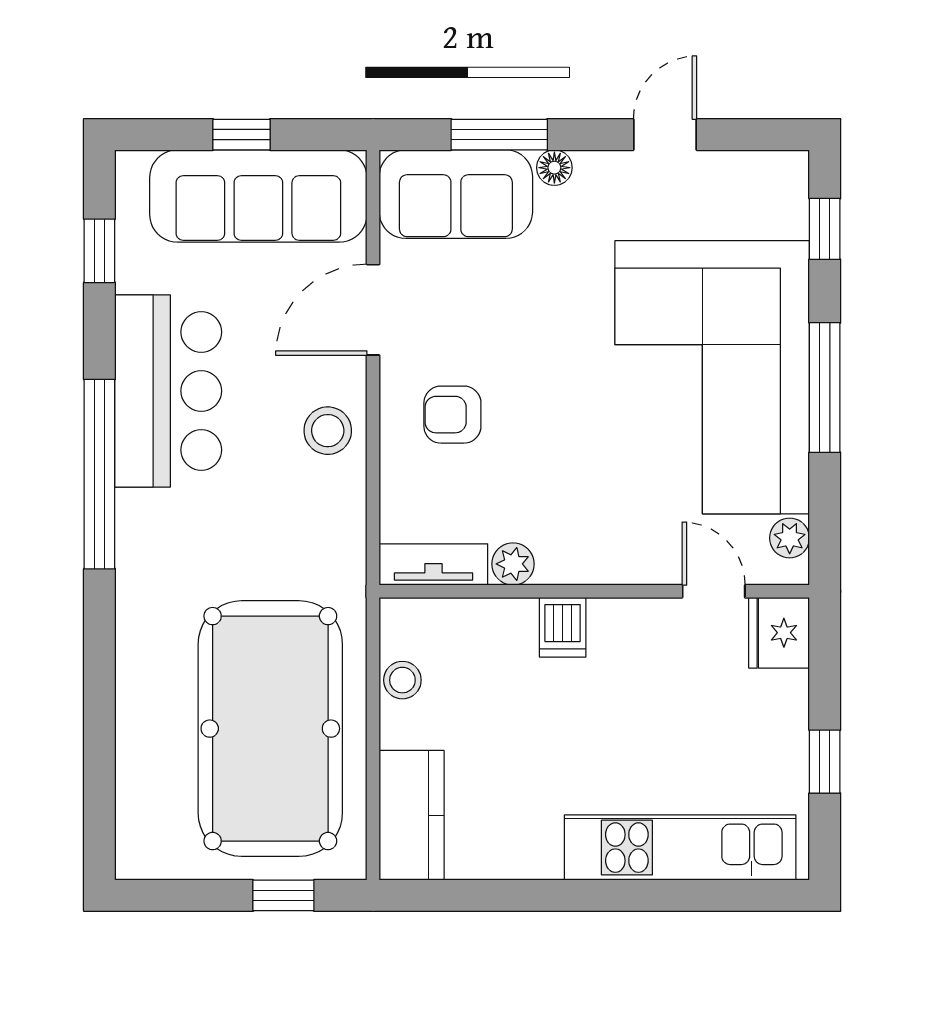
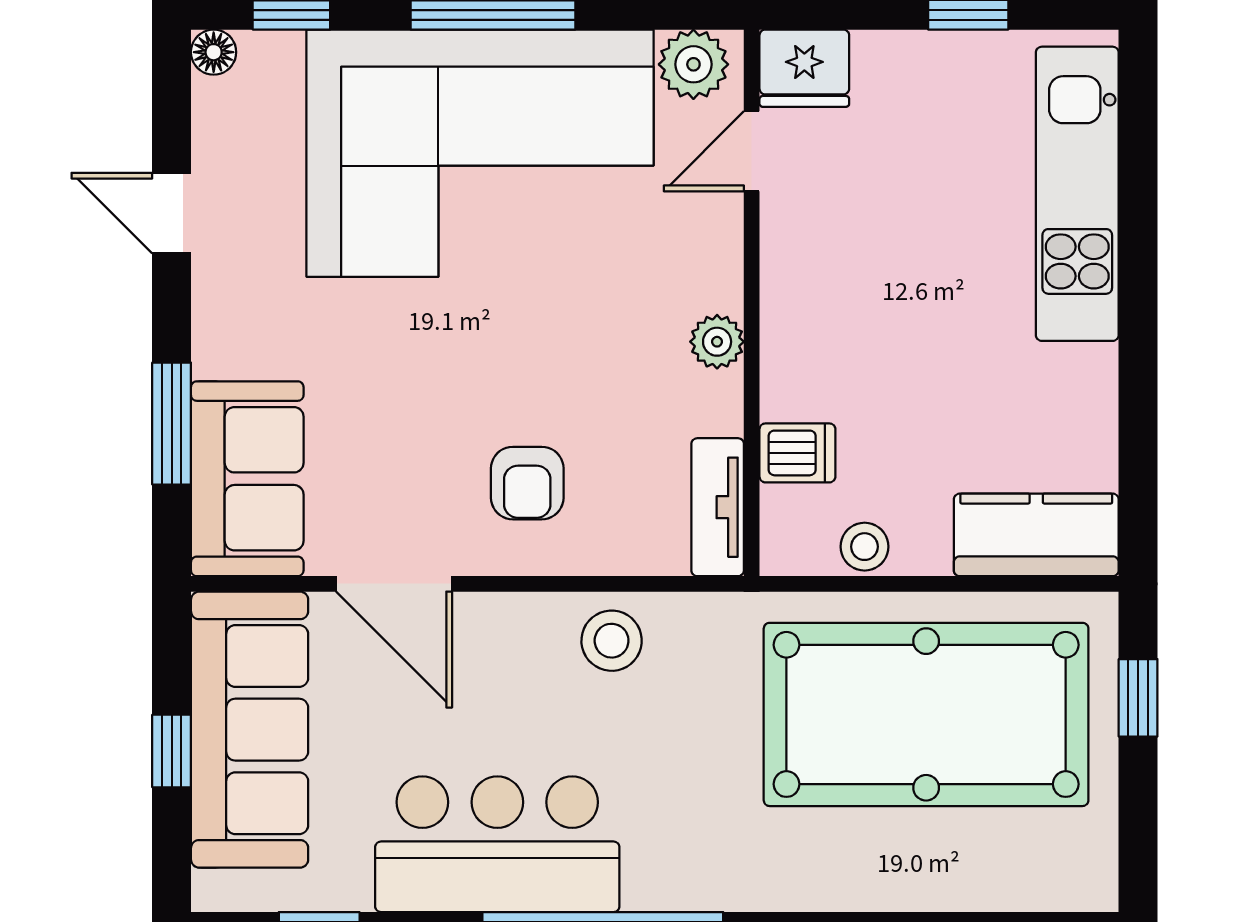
floor lamp: (554, 168) -> (214, 52), moved
stool: (328, 431) -> (612, 641), moved
plant: (790, 538) -> (693, 64), width x1.38, depth x1.38
plant: (513, 564) -> (717, 342), moved
dishwasher: (563, 627) -> (797, 453), moved

